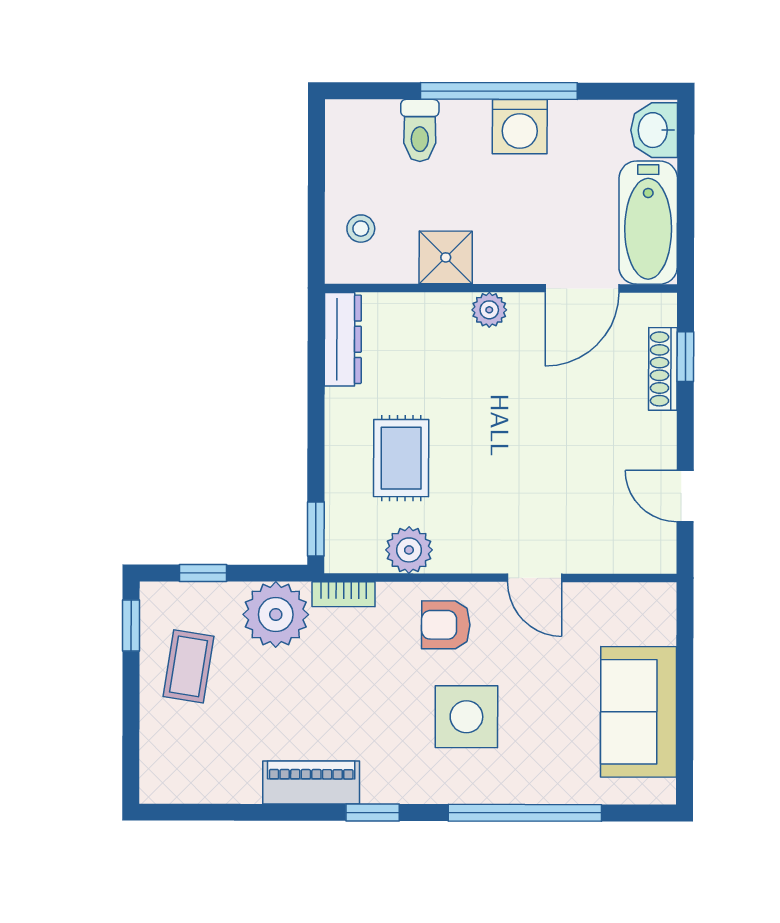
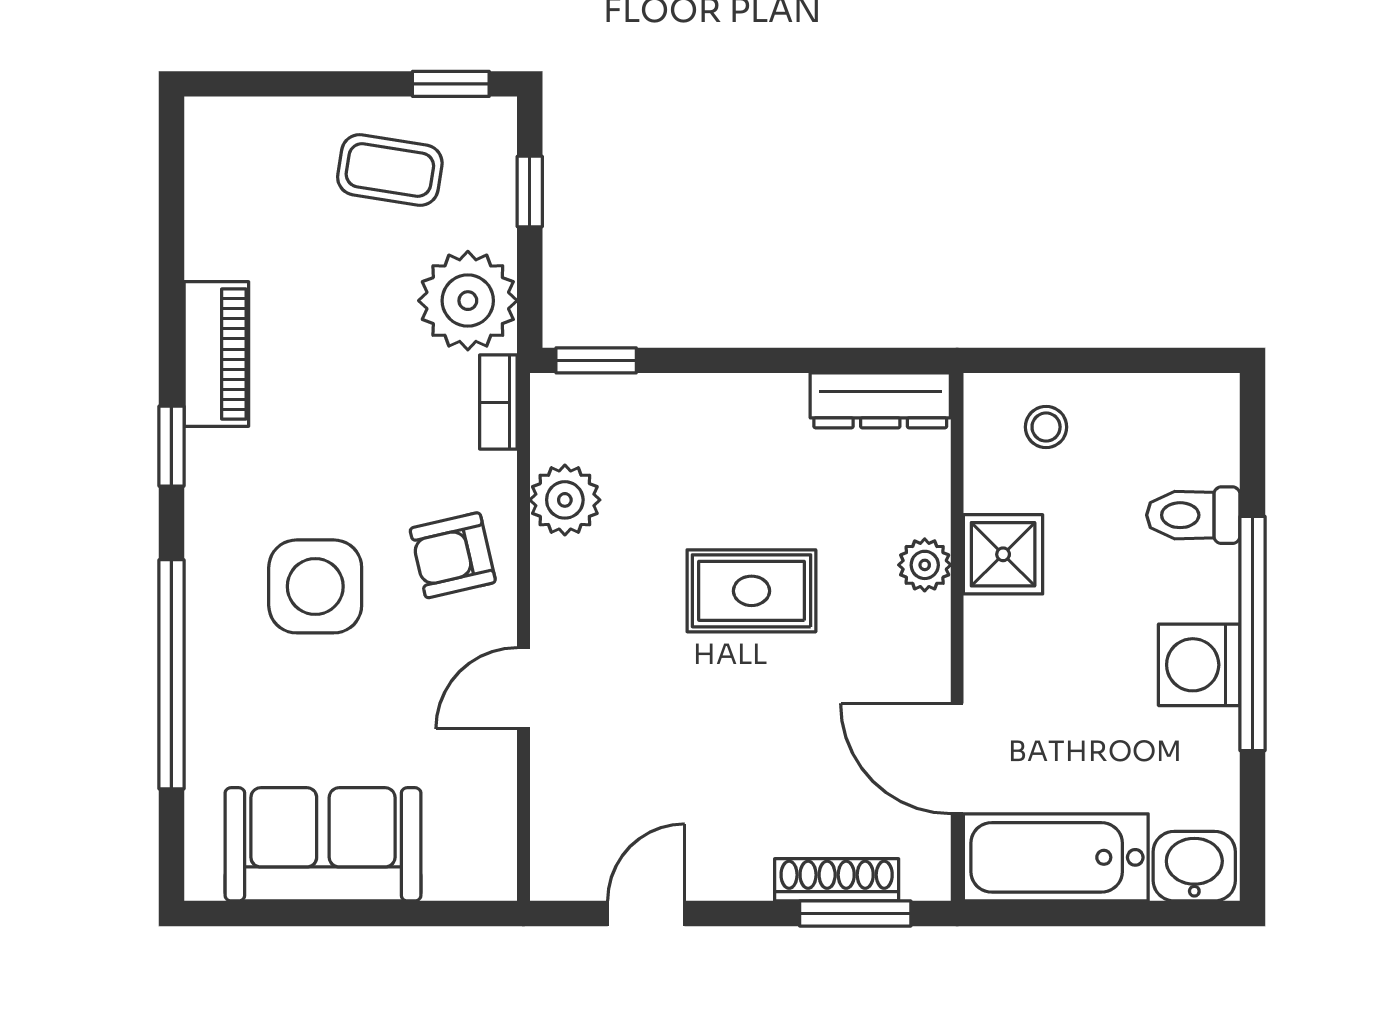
plant: (489, 310) -> (925, 565), moved
window: (685, 357) -> (855, 913), width x1.50
rug: (401, 458) -> (751, 591), moved
armchair: (446, 625) -> (453, 555), turned -103

